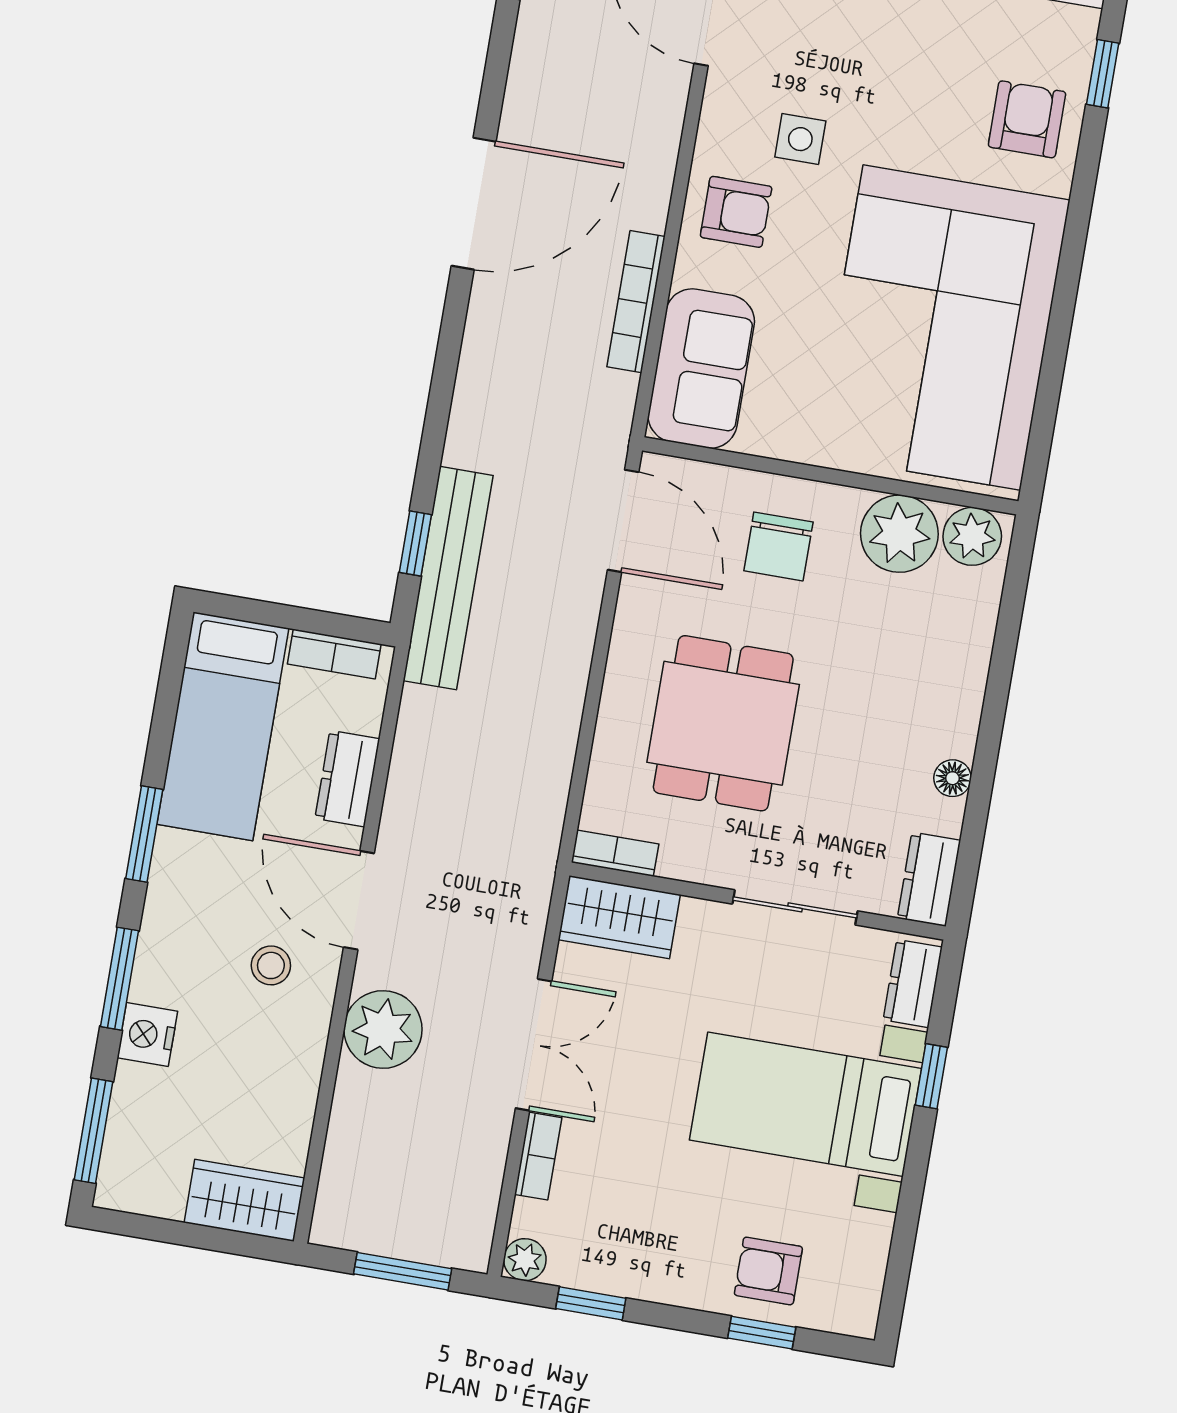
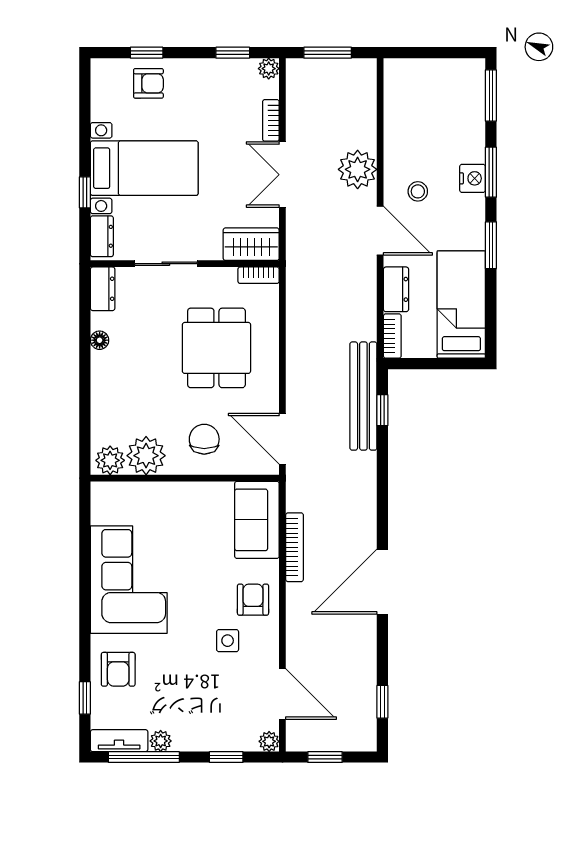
armchair: (736, 212) -> (253, 600), turned 90
corner sofa: (942, 328) -> (129, 580), width x0.73, depth x0.74
bookcase: (334, 654) -> (392, 336), moved, turned 90
nightstand: (147, 1035) -> (473, 178), moved
wardrobe: (244, 1200) -> (411, 74), removed

